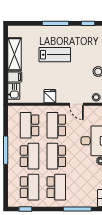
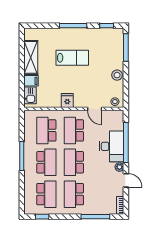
school desk: (56, 187) -> (74, 194), turned 180

